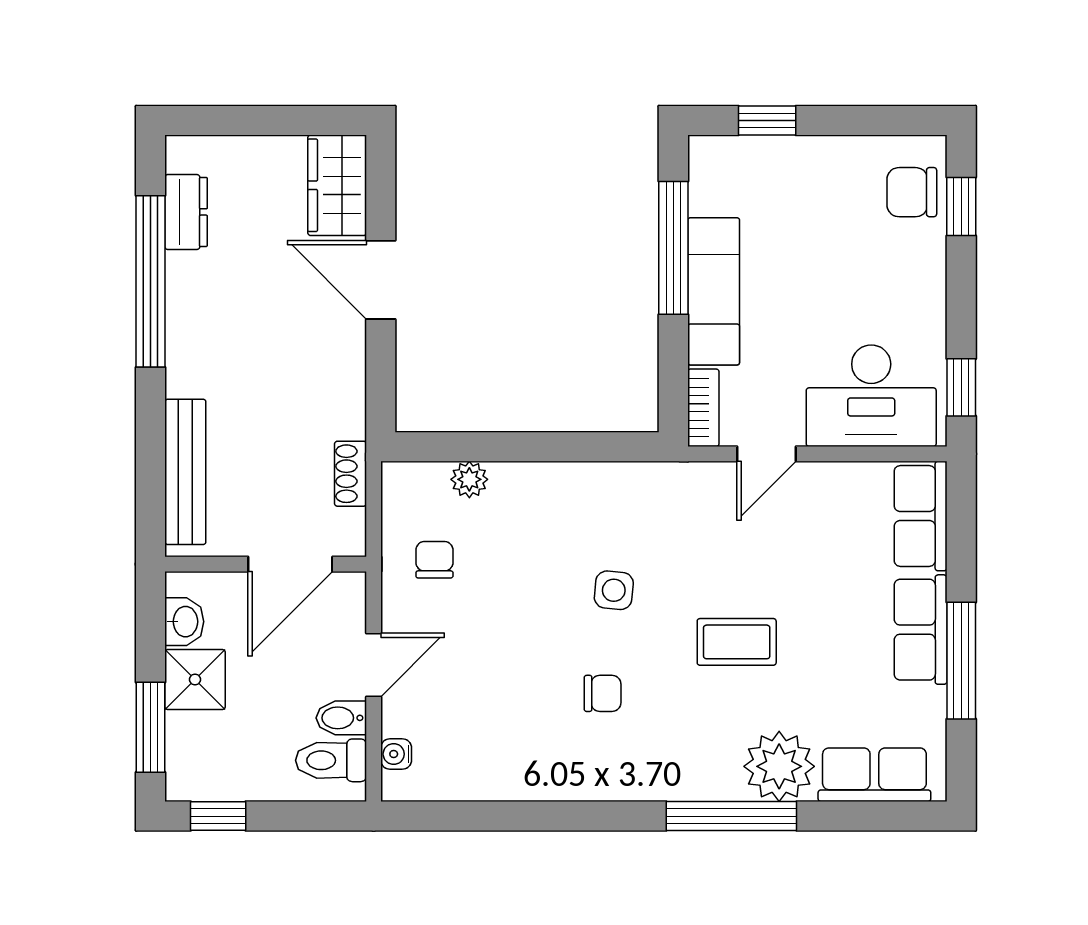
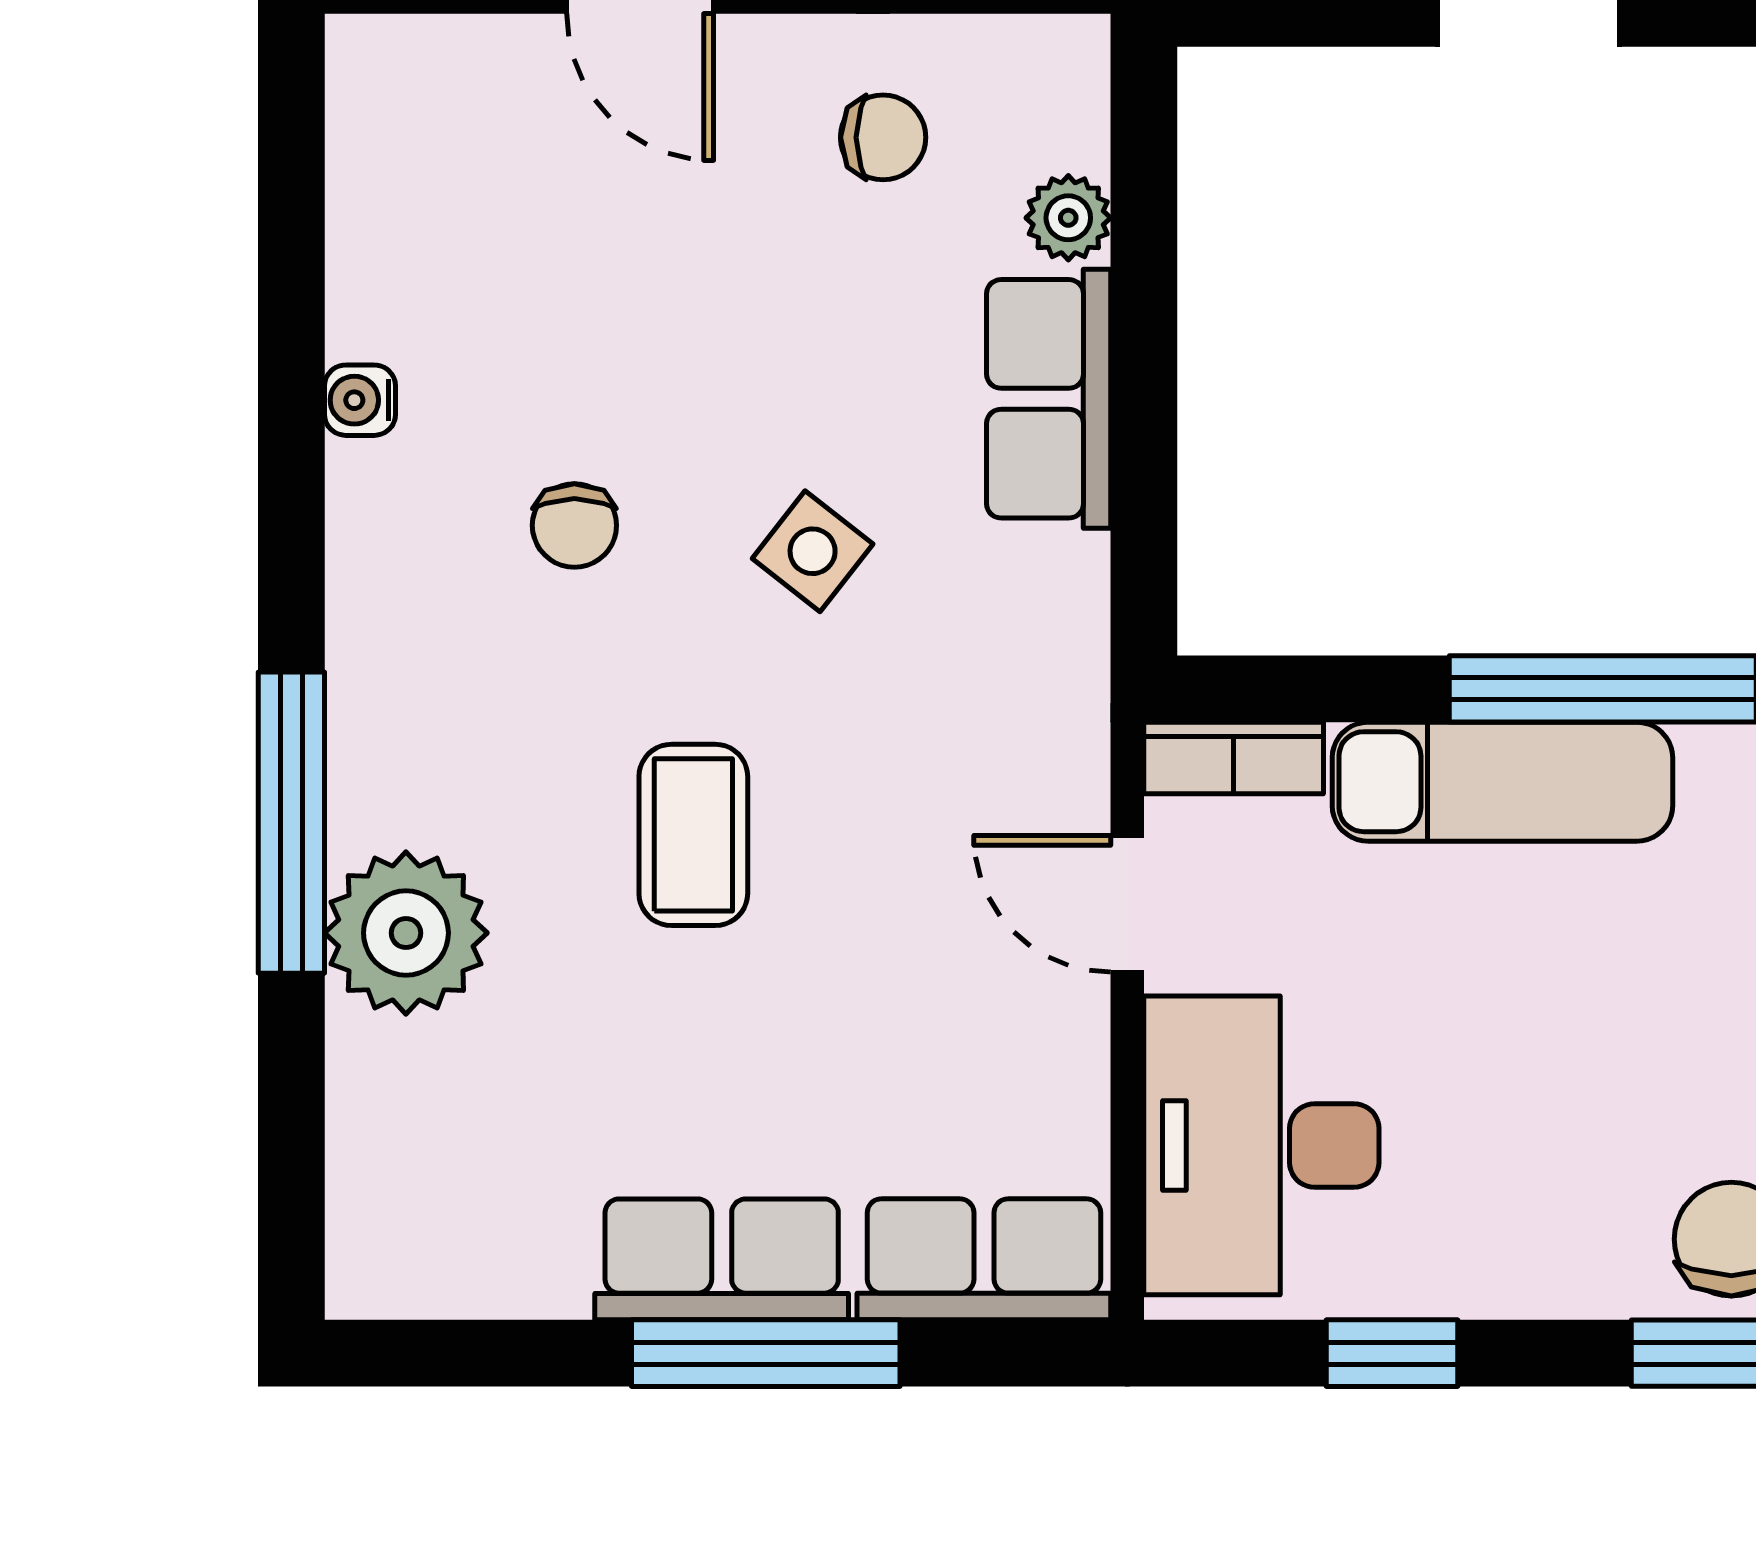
window: (961, 387) -> (1392, 1353), moved
side table: (614, 590) -> (813, 551), turned 33
window: (961, 661) -> (766, 1353), moved
water cooler: (396, 754) -> (360, 400), moved, turned -90
row of seats: (874, 775) -> (1049, 399), moved, turned 180

